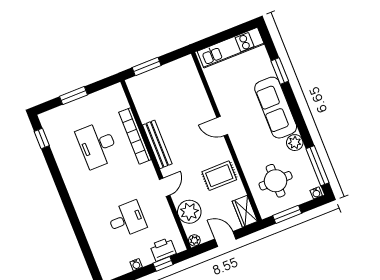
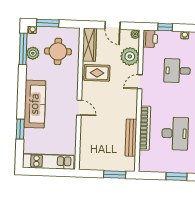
plant: (295, 143) -> (33, 53), moved
bench: (157, 144) -> (131, 138), moved
wardrobe: (245, 211) -> (89, 45), width x1.50
window: (287, 214) -> (48, 23), moved
printer: (163, 249) -> (150, 39), moved, turned -90

